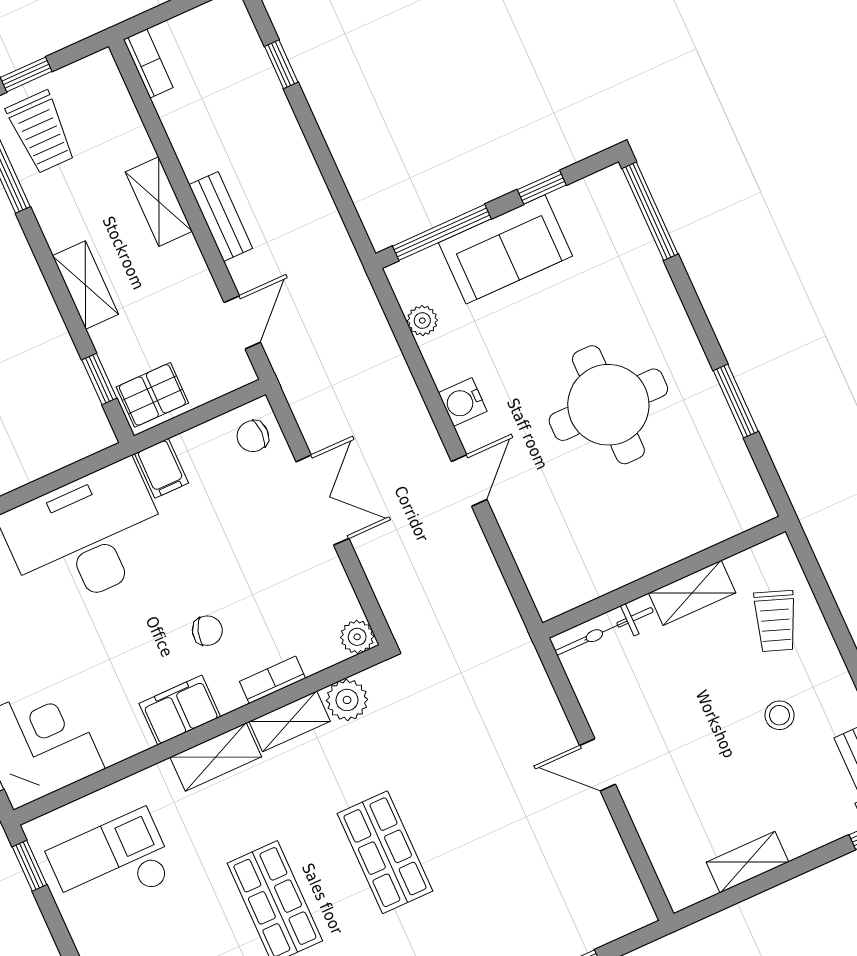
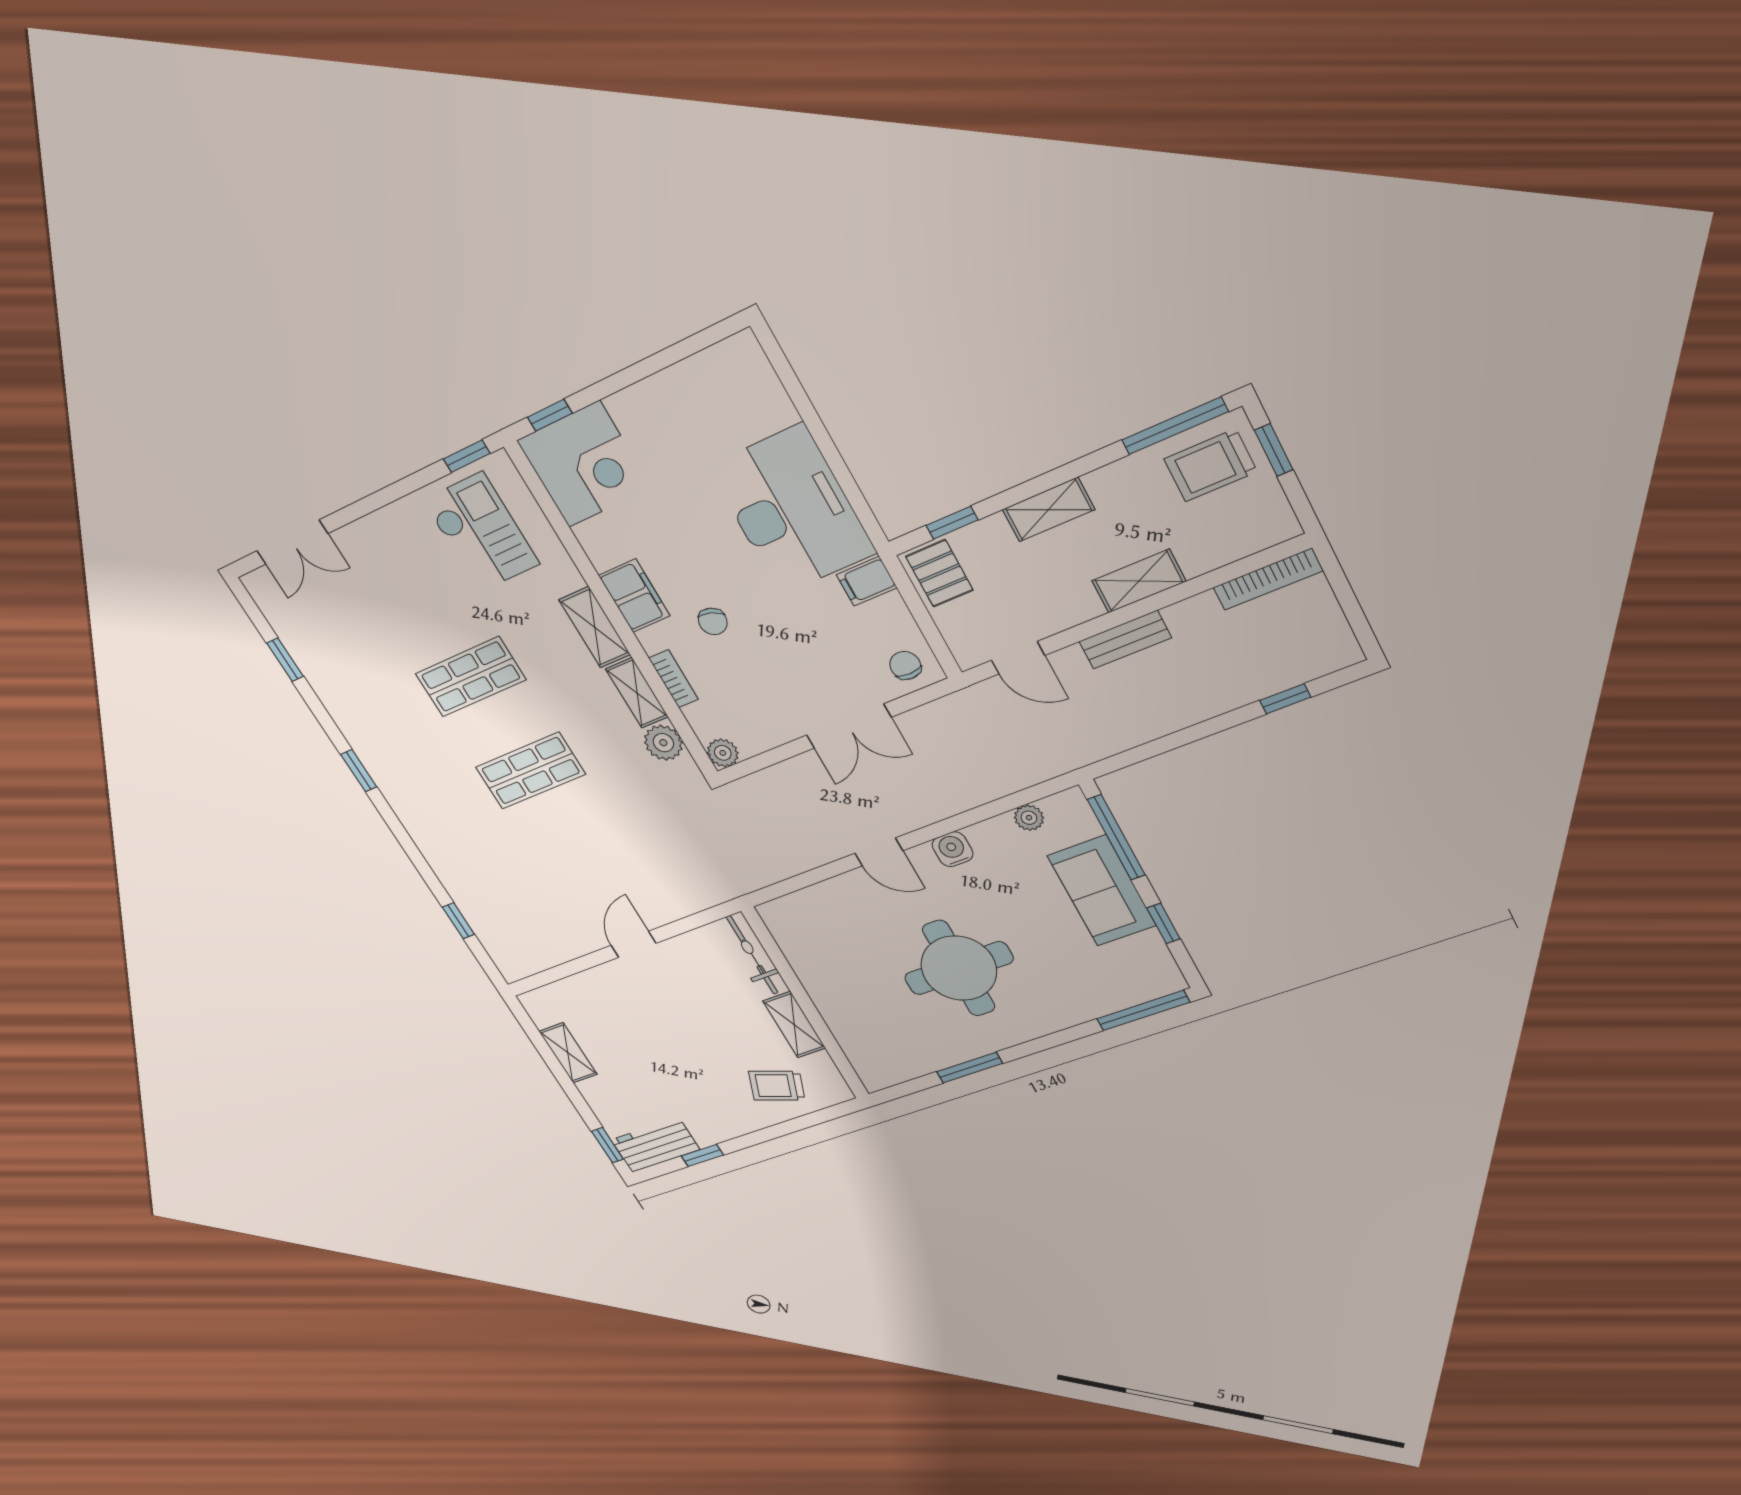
bookcase: (148, 63) -> (1268, 579), width x1.56
stool: (779, 715) -> (696, 1084), removed

